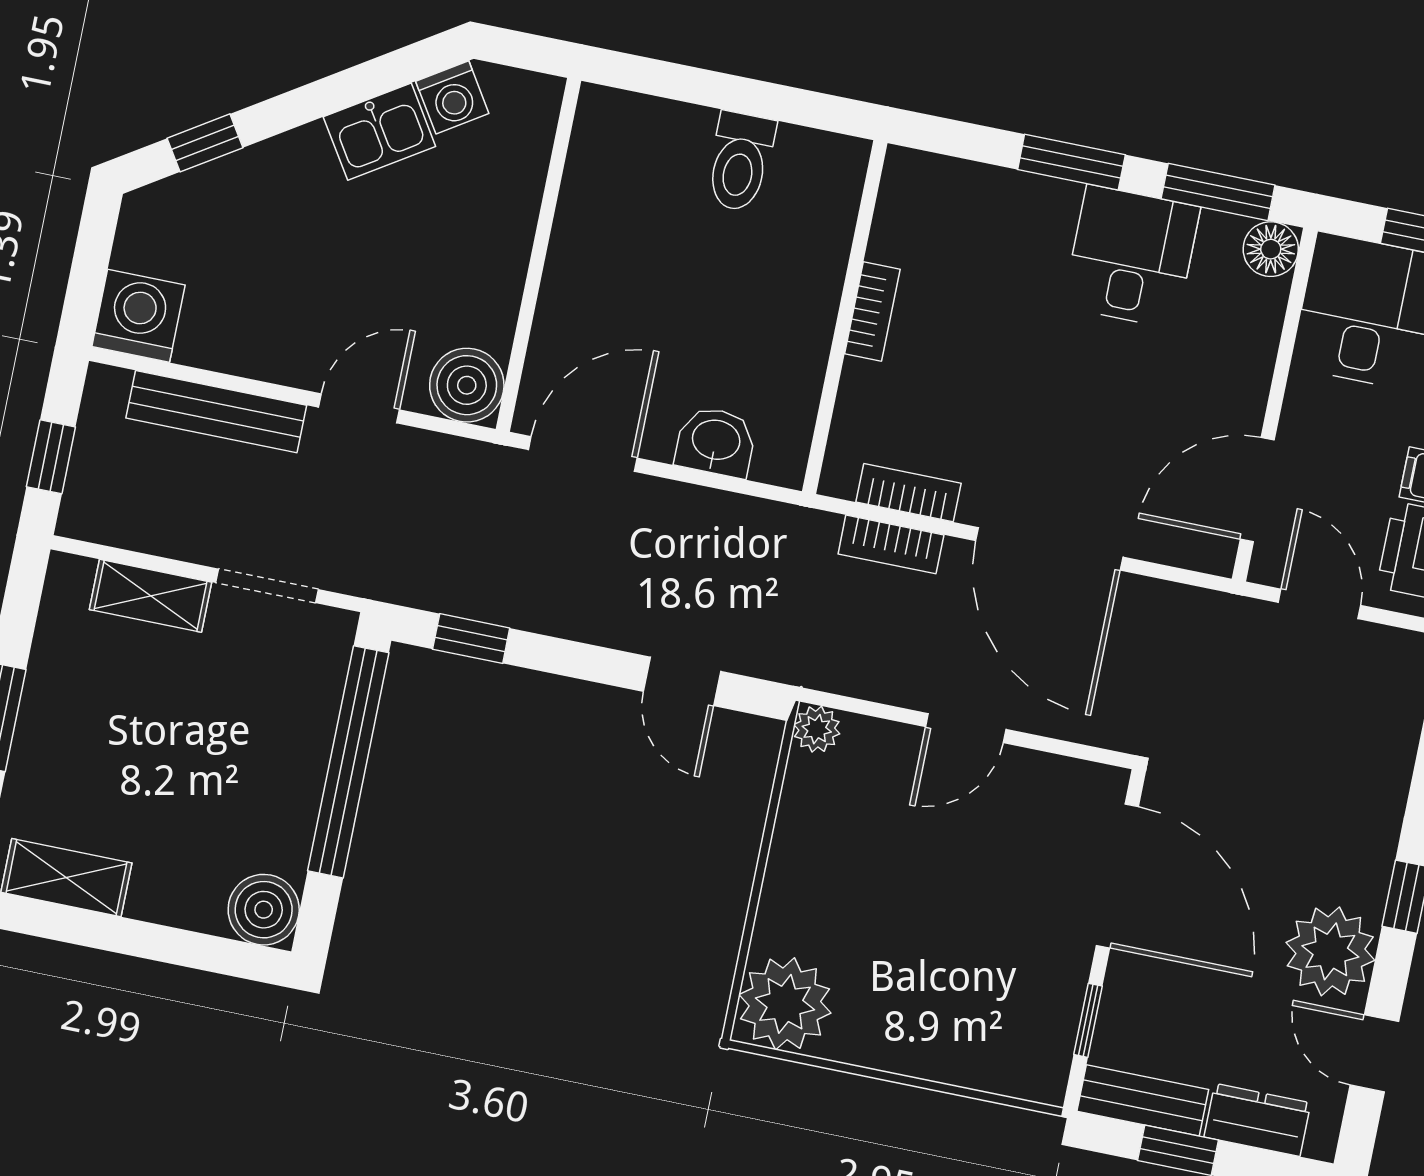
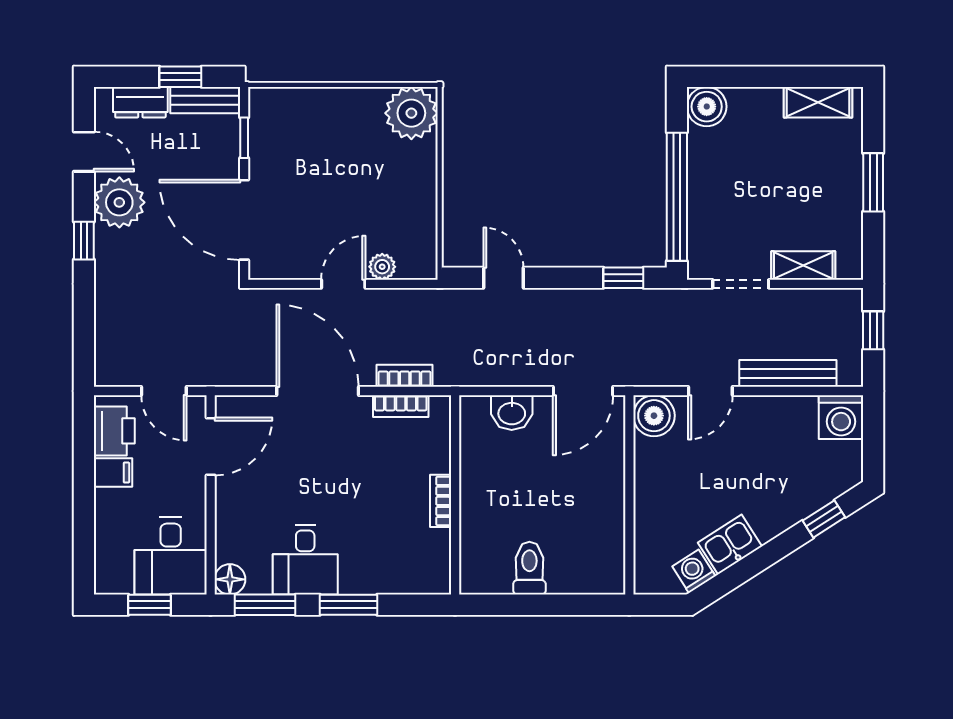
plant: (817, 729) -> (382, 267), moved

